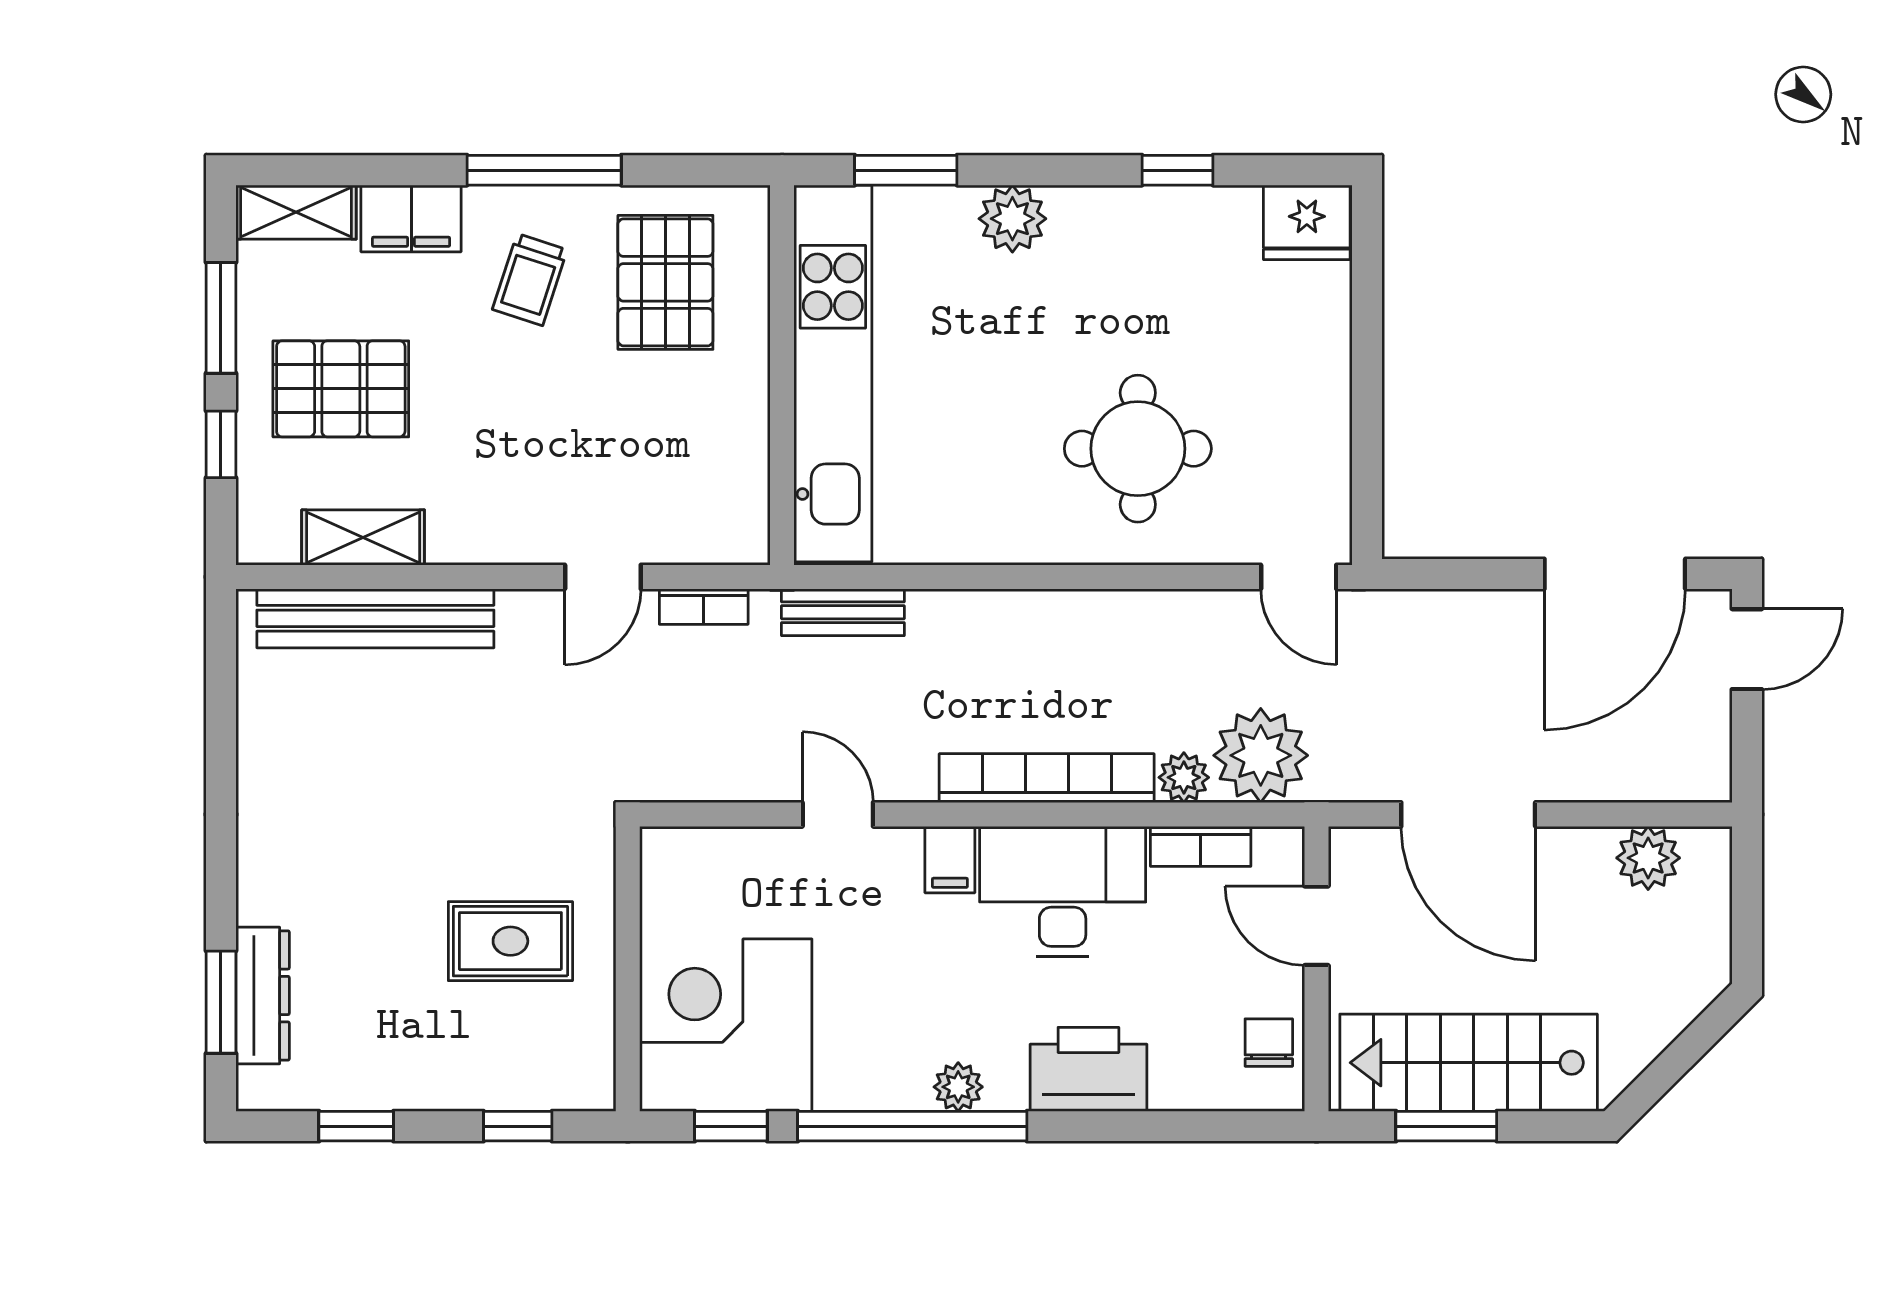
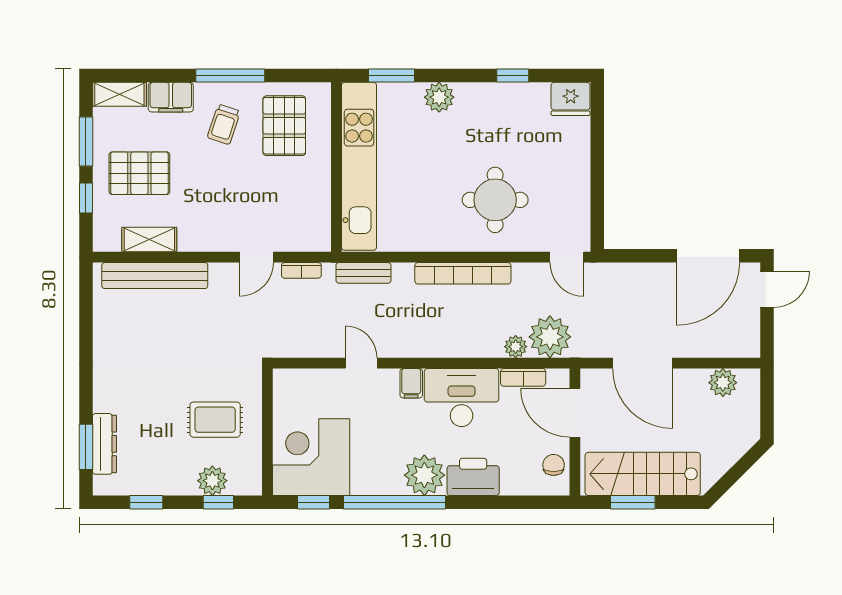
bookcase: (1047, 778) -> (463, 273), moved, turned 180
door: (1316, 926) -> (575, 413), width x1.38
plant: (504, 1078) -> (212, 481), added
plant: (958, 1087) -> (424, 475), width x1.87, depth x1.87

